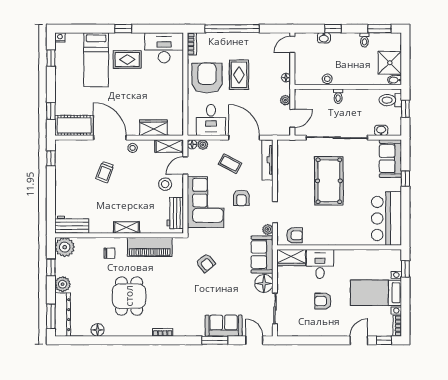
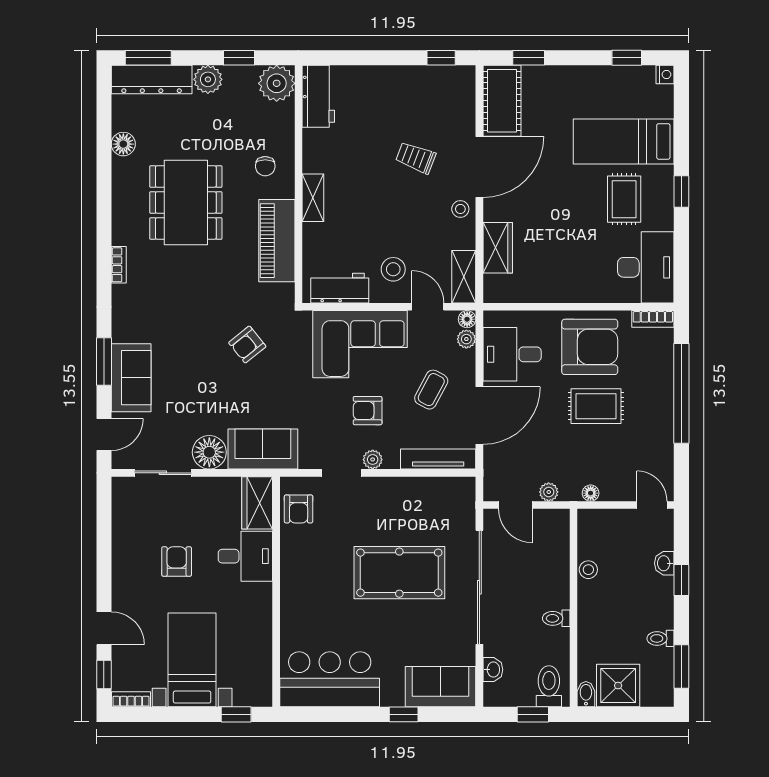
toilet: (338, 96) -> (556, 618), moved
plant: (268, 229) -> (373, 459), moved
dining table: (129, 296) -> (186, 203), width x1.37

